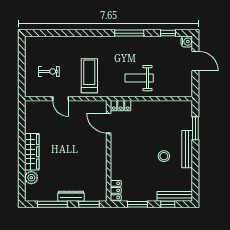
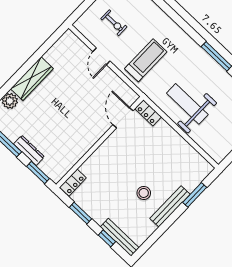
weight bench: (139, 78) -> (187, 104), width x1.36, depth x1.33

